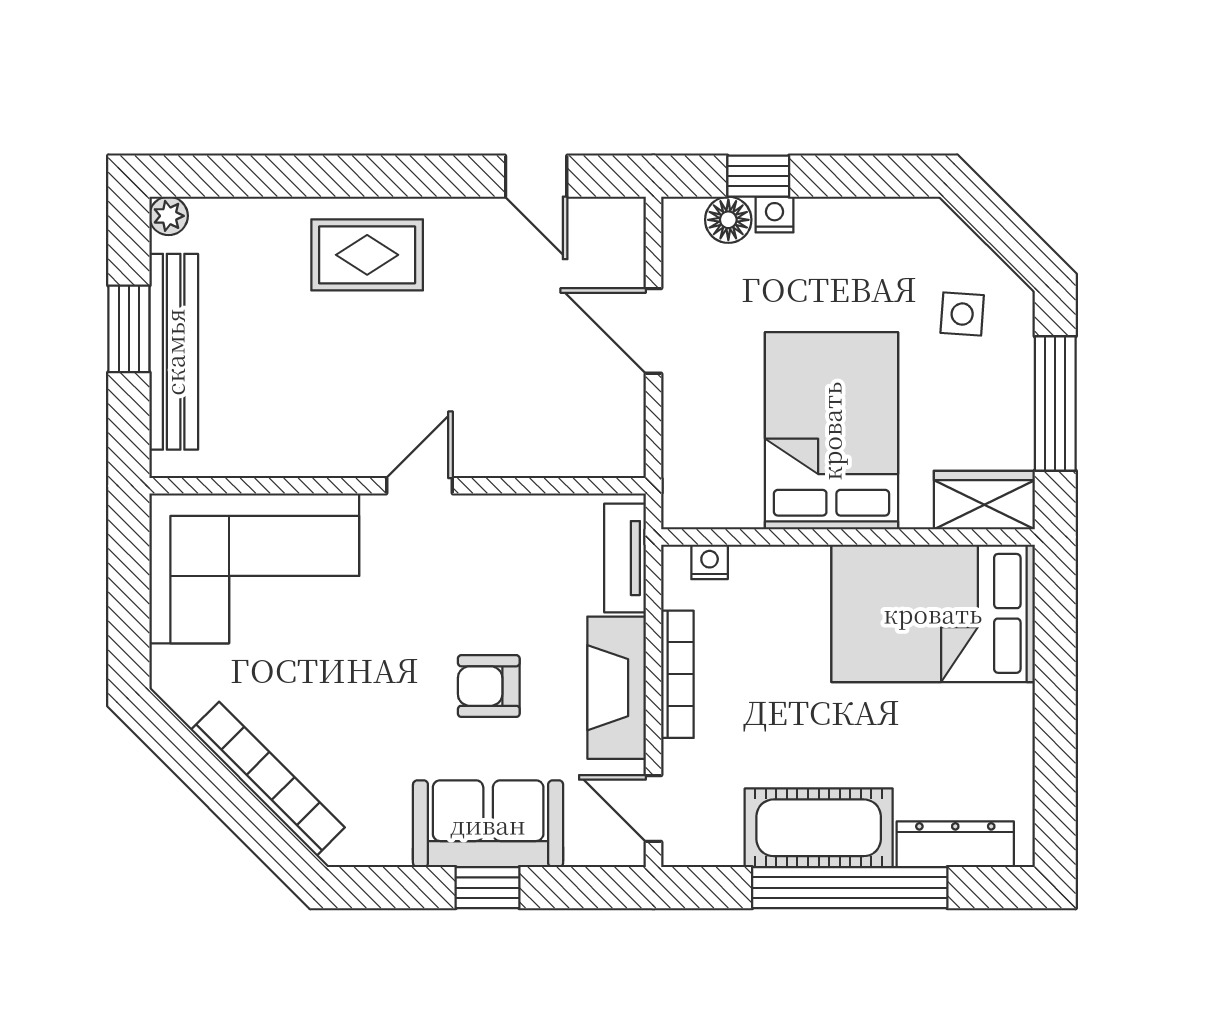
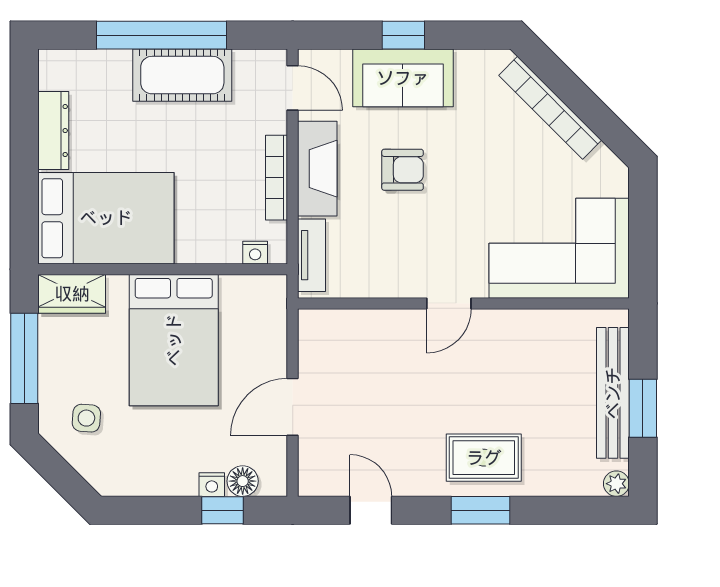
window: (372, 176) -> (481, 510), added
door: (653, 331) -> (293, 407), swing flipped
dresser: (955, 844) -> (53, 131), moved, turned -90

